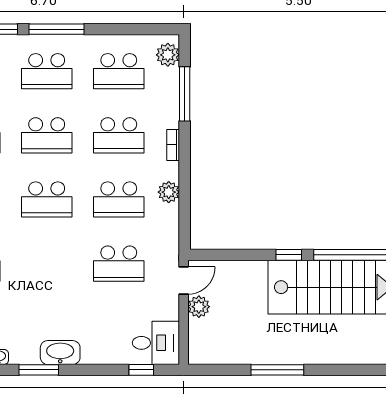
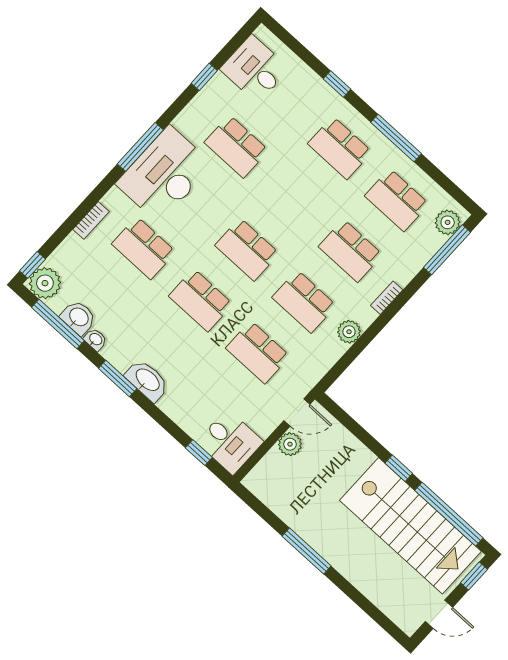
window: (57, 29) -> (396, 138), moved
window: (185, 94) -> (447, 250), moved
school desk: (47, 135) -> (201, 300), moved

